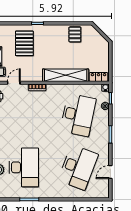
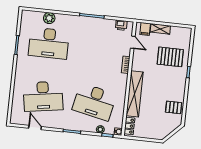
desk: (78, 167) -> (43, 96), turned -30

